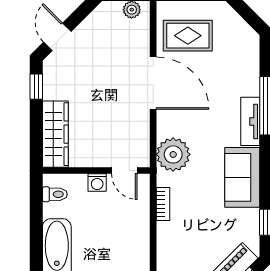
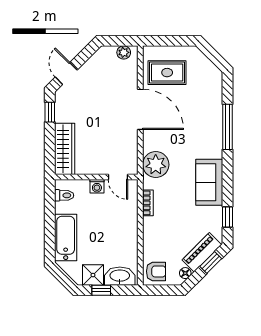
tv unit: (250, 121) -> (215, 139), removed

